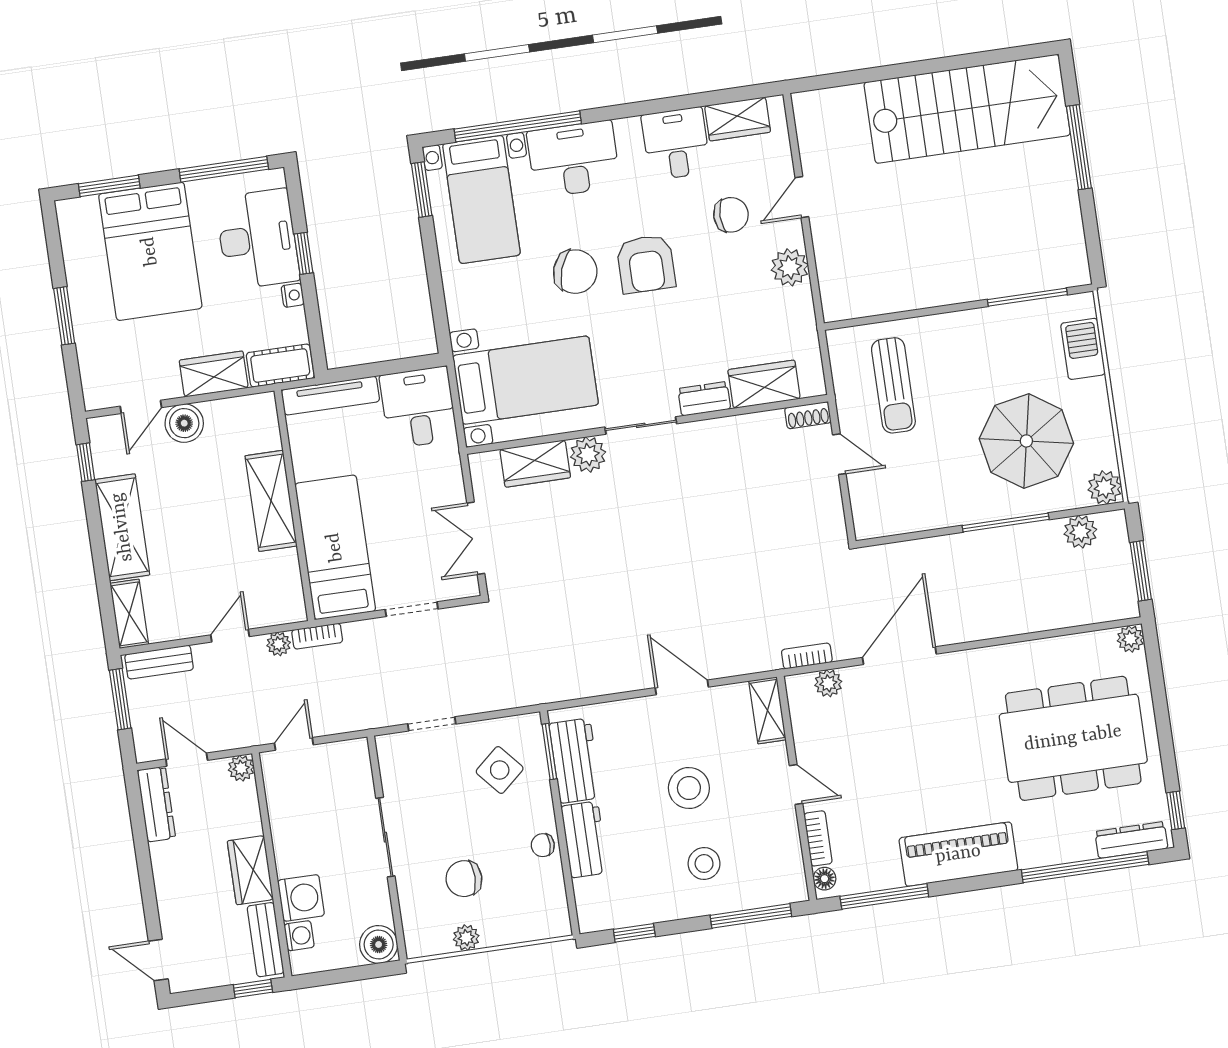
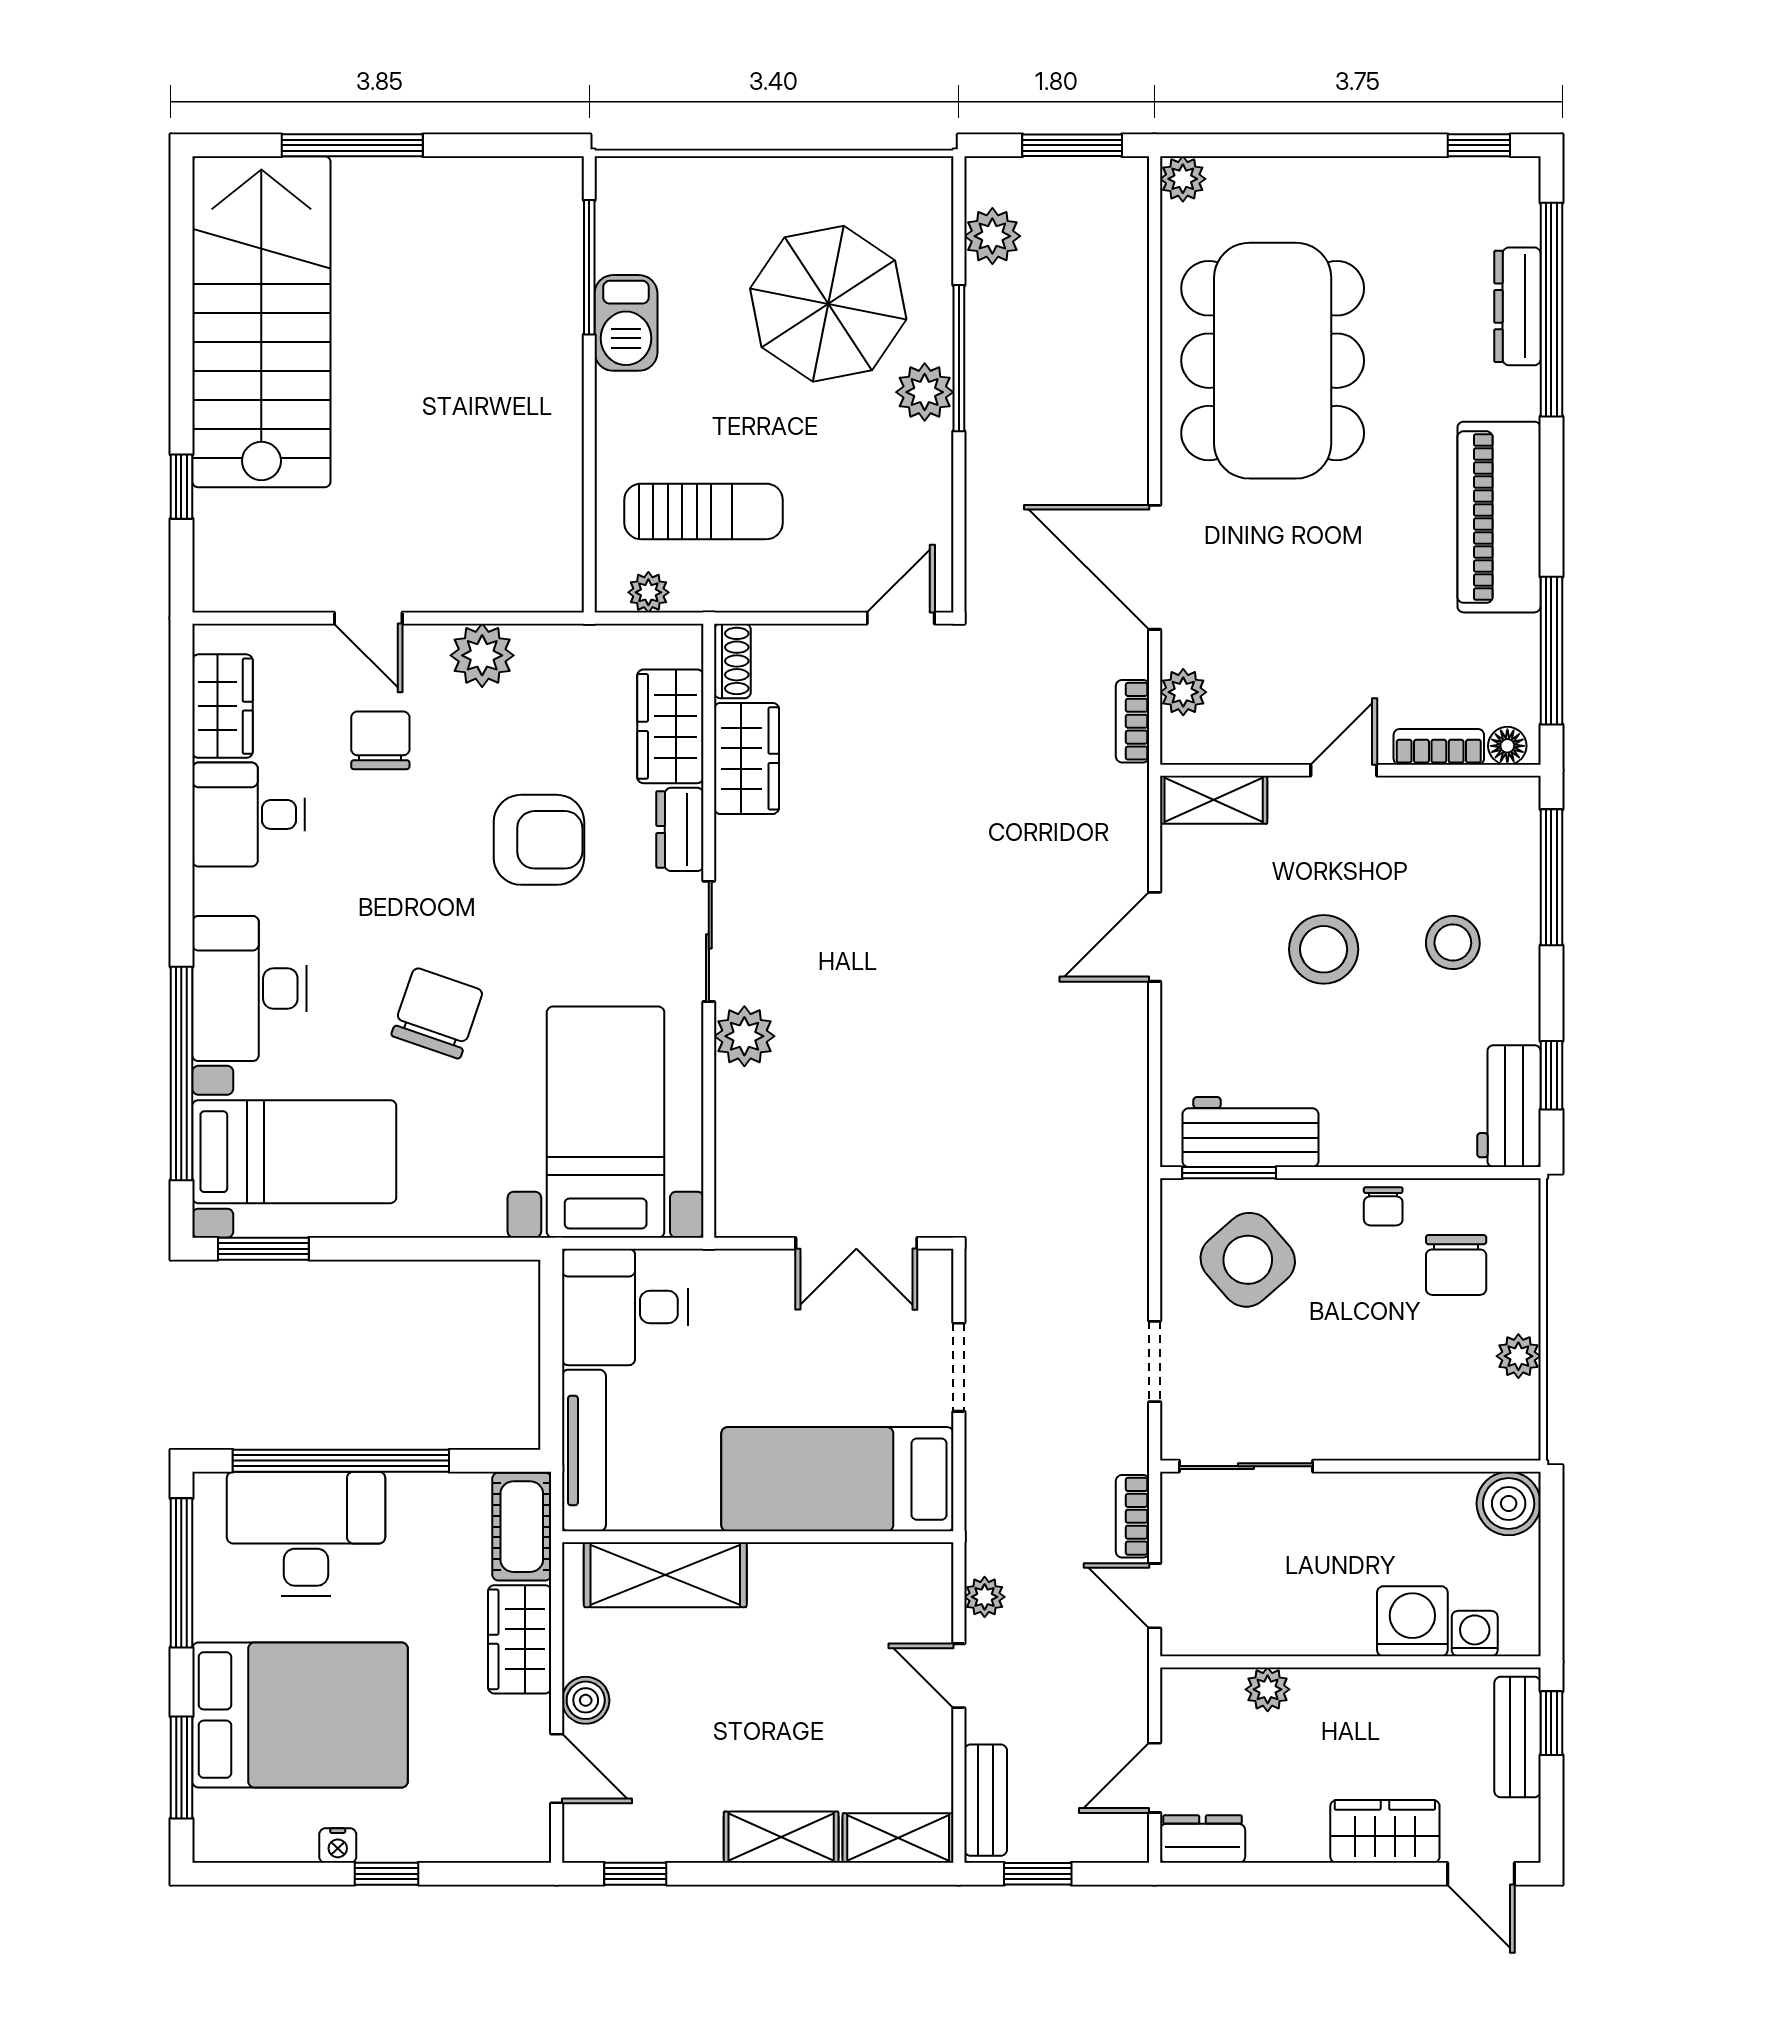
window: (863, 76) -> (181, 487), added
window: (303, 253) -> (341, 1461), width x3.17
armchair: (646, 264) -> (539, 840), moved
nightstand: (293, 295) -> (338, 1846), moved, turned 180
window: (64, 316) -> (387, 1874), width x0.67
barbecue: (1083, 349) -> (626, 323), moved, turned -90
plant: (841, 360) -> (648, 592), added
boiler: (184, 423) -> (586, 1700), width x0.73, depth x0.73
door: (839, 454) -> (901, 618), moved
wardrobe: (535, 464) -> (747, 758), moved
plant: (1105, 487) -> (925, 392), moved
shelving: (271, 501) -> (665, 1575), moved
shelving: (122, 527) -> (781, 1837), width x0.67, depth x0.75
bookcase: (317, 636) -> (1133, 1516), moved, turned 180
window: (120, 699) -> (1038, 1874), width x0.67
dining table: (1073, 738) -> (1273, 361), moved
plant: (241, 768) -> (1268, 1689), moved
side table: (500, 770) -> (1248, 1260), width x1.37, depth x1.37
dresser: (156, 804) -> (1203, 1839), width x0.70
sliding door: (385, 837) -> (1246, 1466), moved
workbench: (584, 839) -> (1509, 1106), moved, turned -90
dresser: (1131, 840) -> (1517, 306), moved
wardrobe: (250, 870) -> (1385, 1831), moved, turned 180
chair: (464, 879) -> (1456, 1265), moved
bench: (266, 940) -> (1517, 1737), moved, turned 90
door: (158, 960) -> (1481, 1874), hinge flipped

